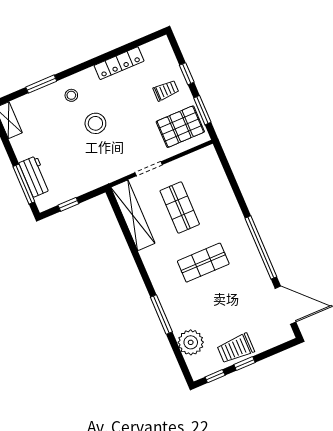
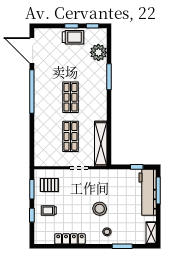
pallet: (180, 127) -> (49, 185), width x0.67, depth x0.71
workbench: (35, 176) -> (148, 192), width x1.88, depth x1.32
shop shelf: (203, 263) -> (70, 97), turned 90

